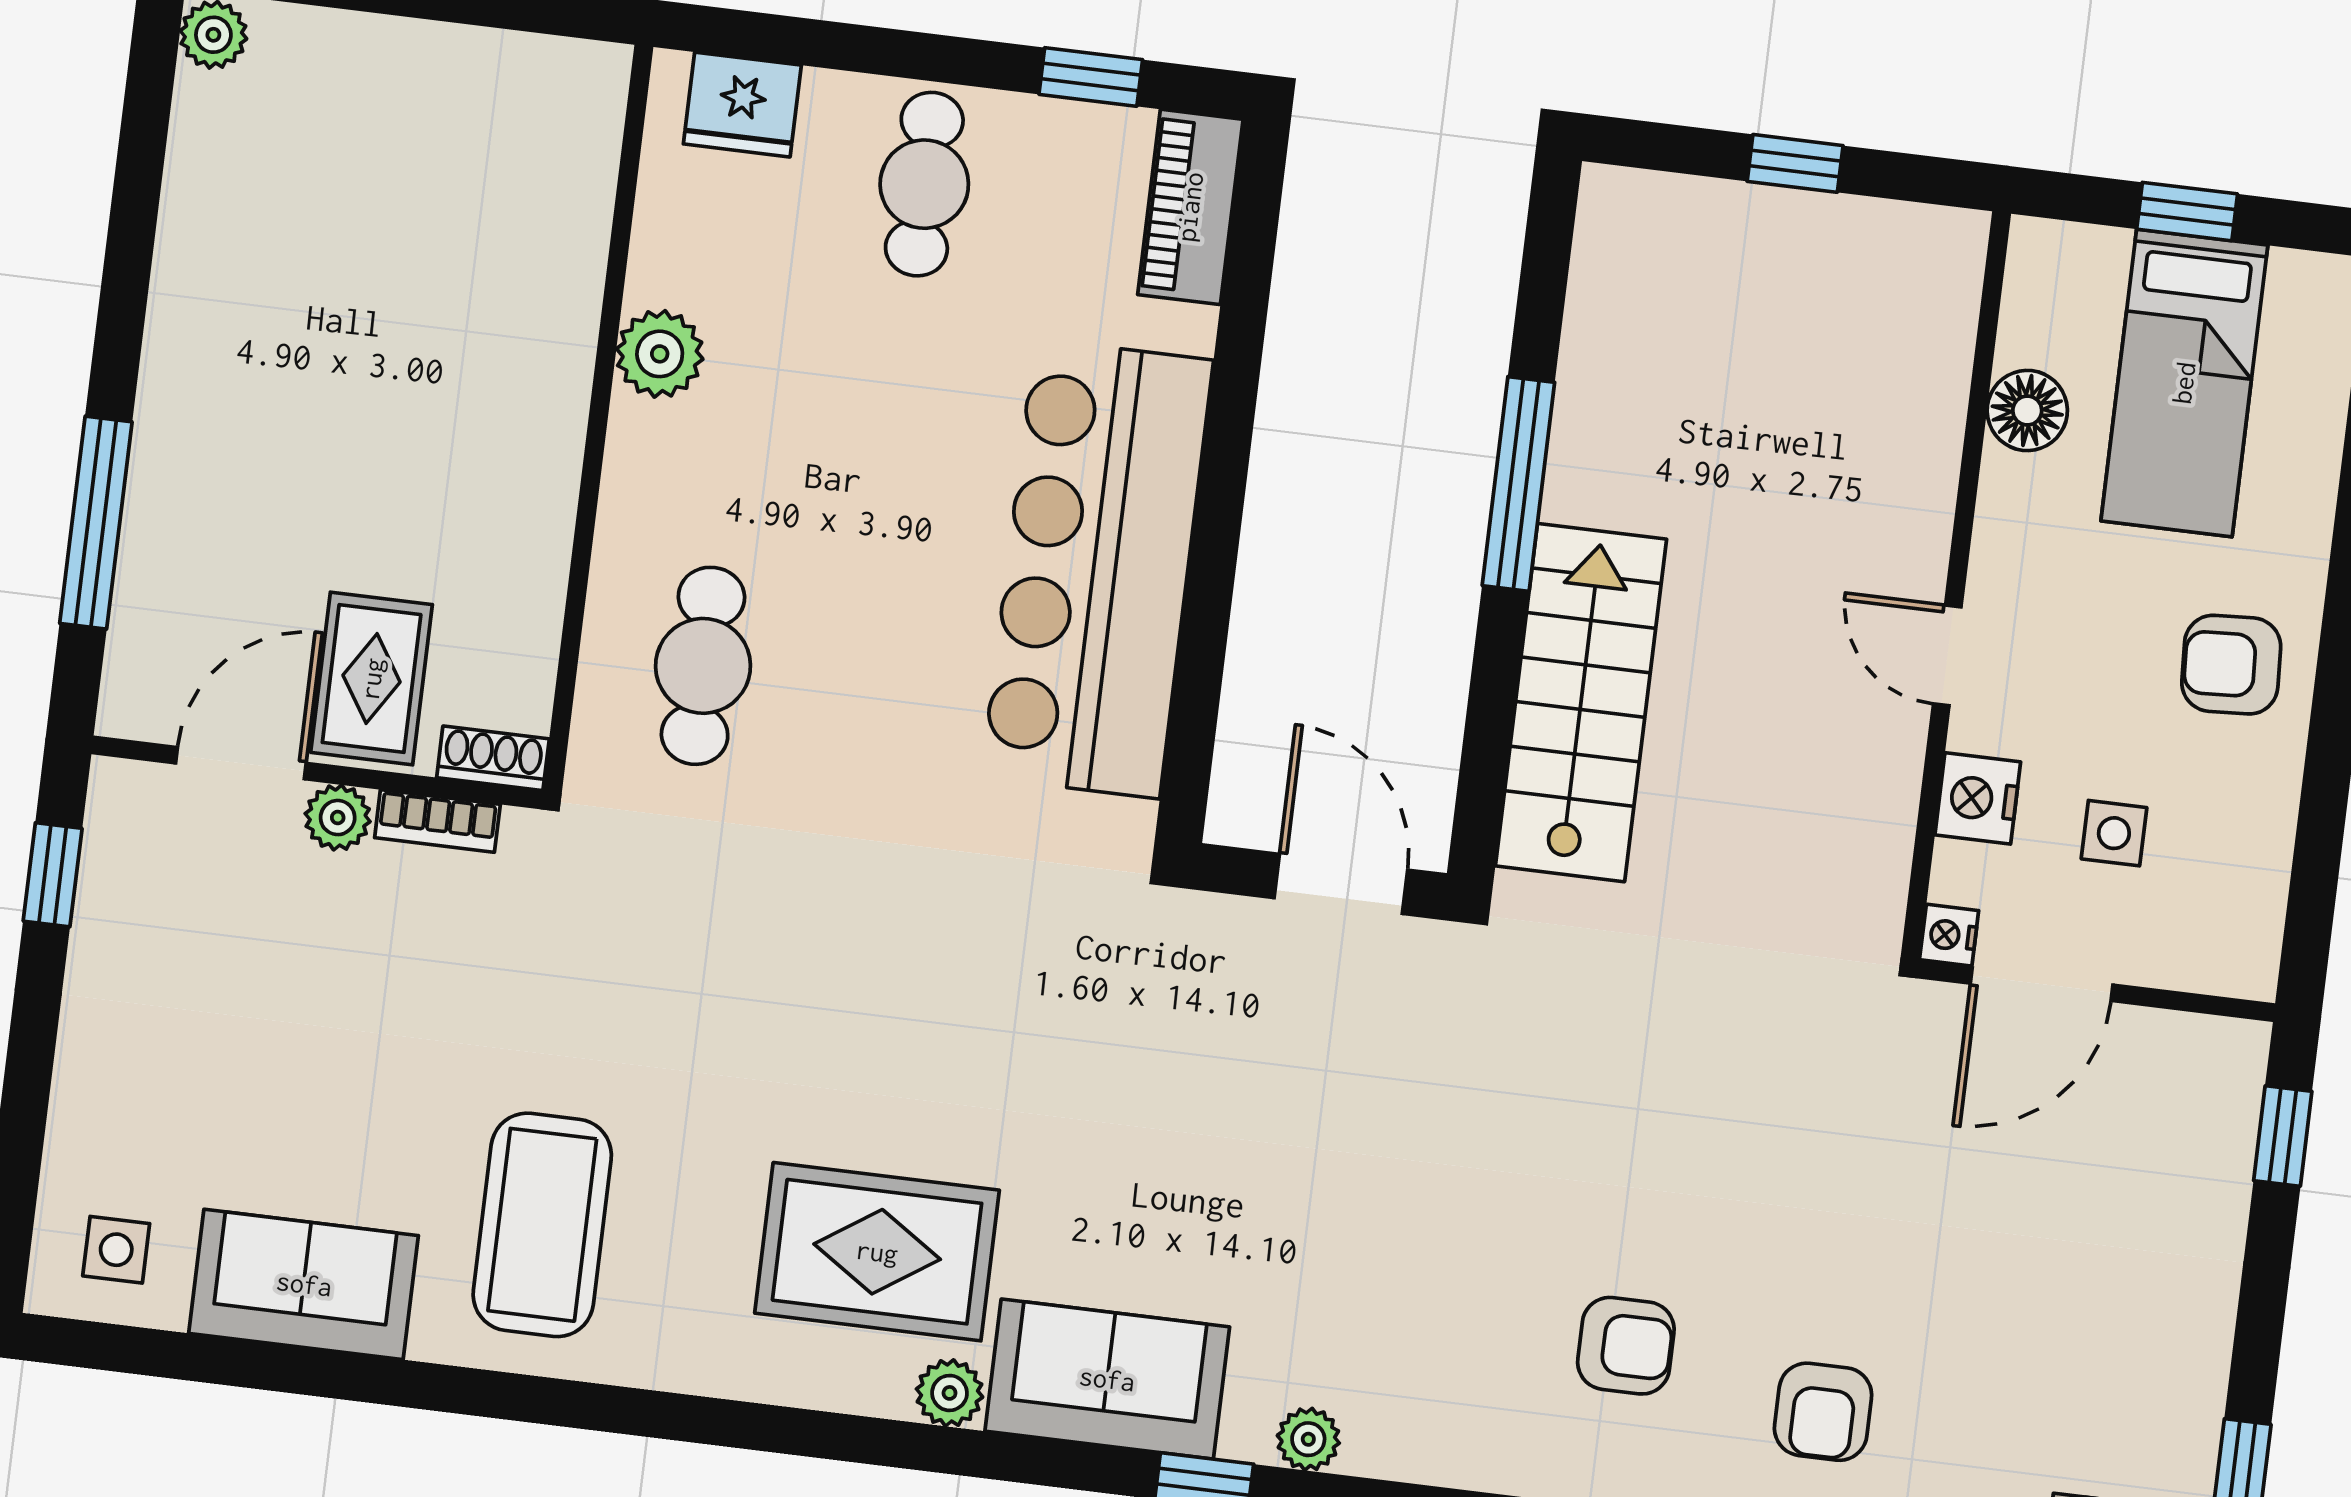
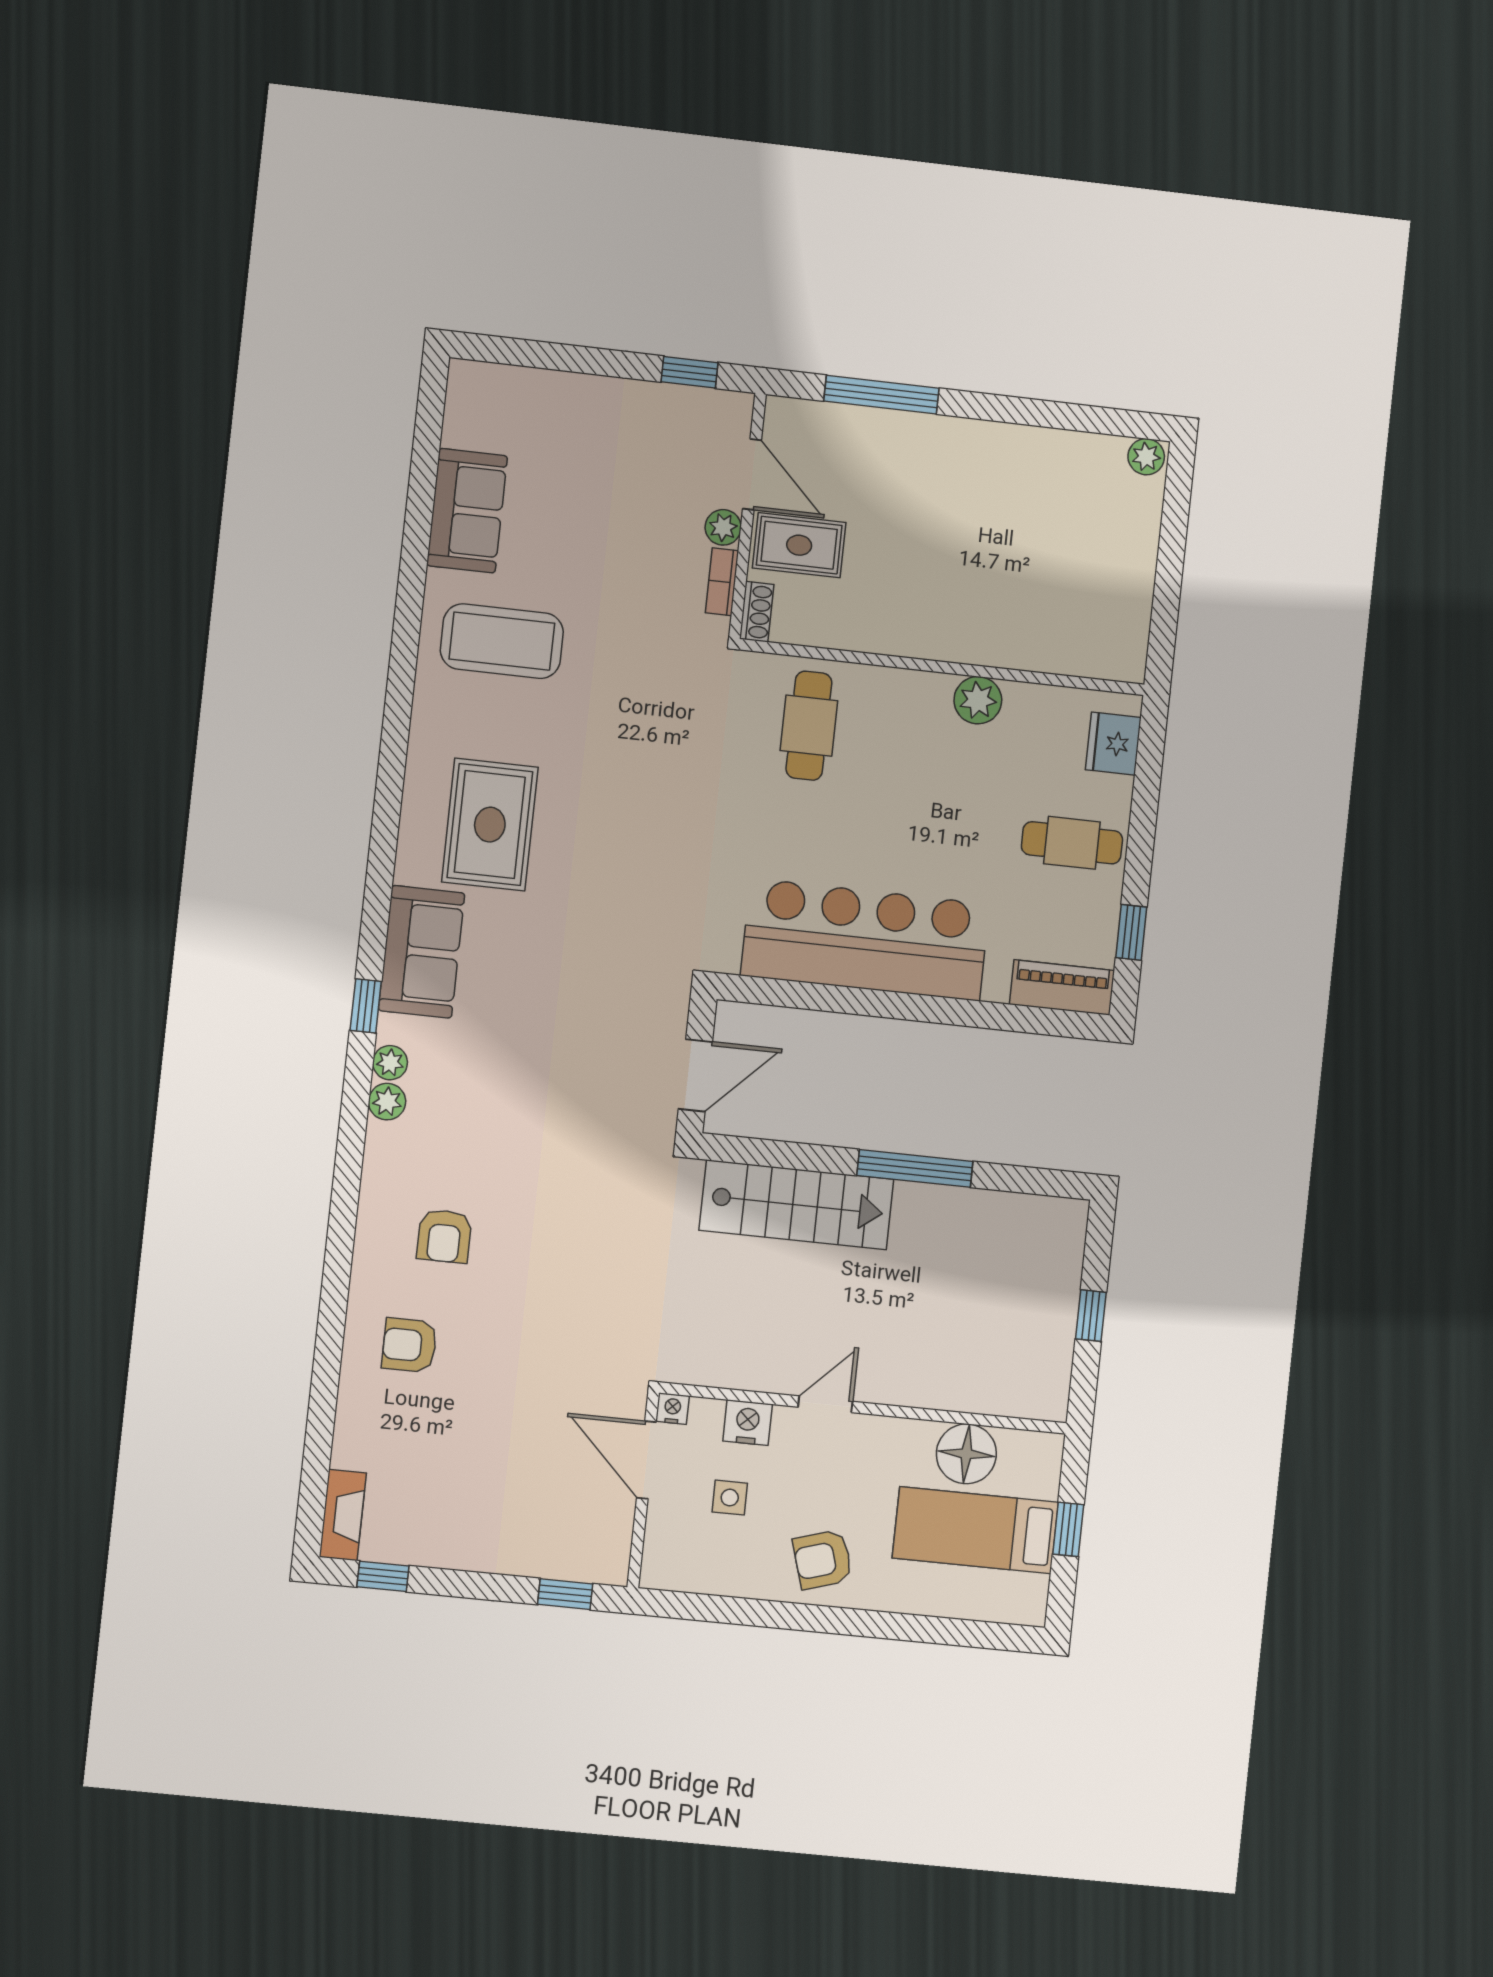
floor lamp: (2027, 411) -> (966, 1454), width x1.38, depth x1.38
armchair: (2231, 665) -> (823, 1559), turned -104
cafe table: (703, 666) -> (809, 726), turned 90
side table: (116, 1250) -> (485, 408), removed
plant: (950, 1393) -> (387, 1102), moved

